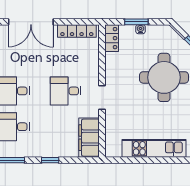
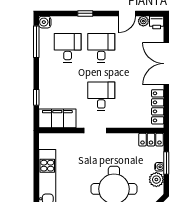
plant: (154, 32) -> (156, 180), added
window: (50, 160) -> (36, 97), moved

